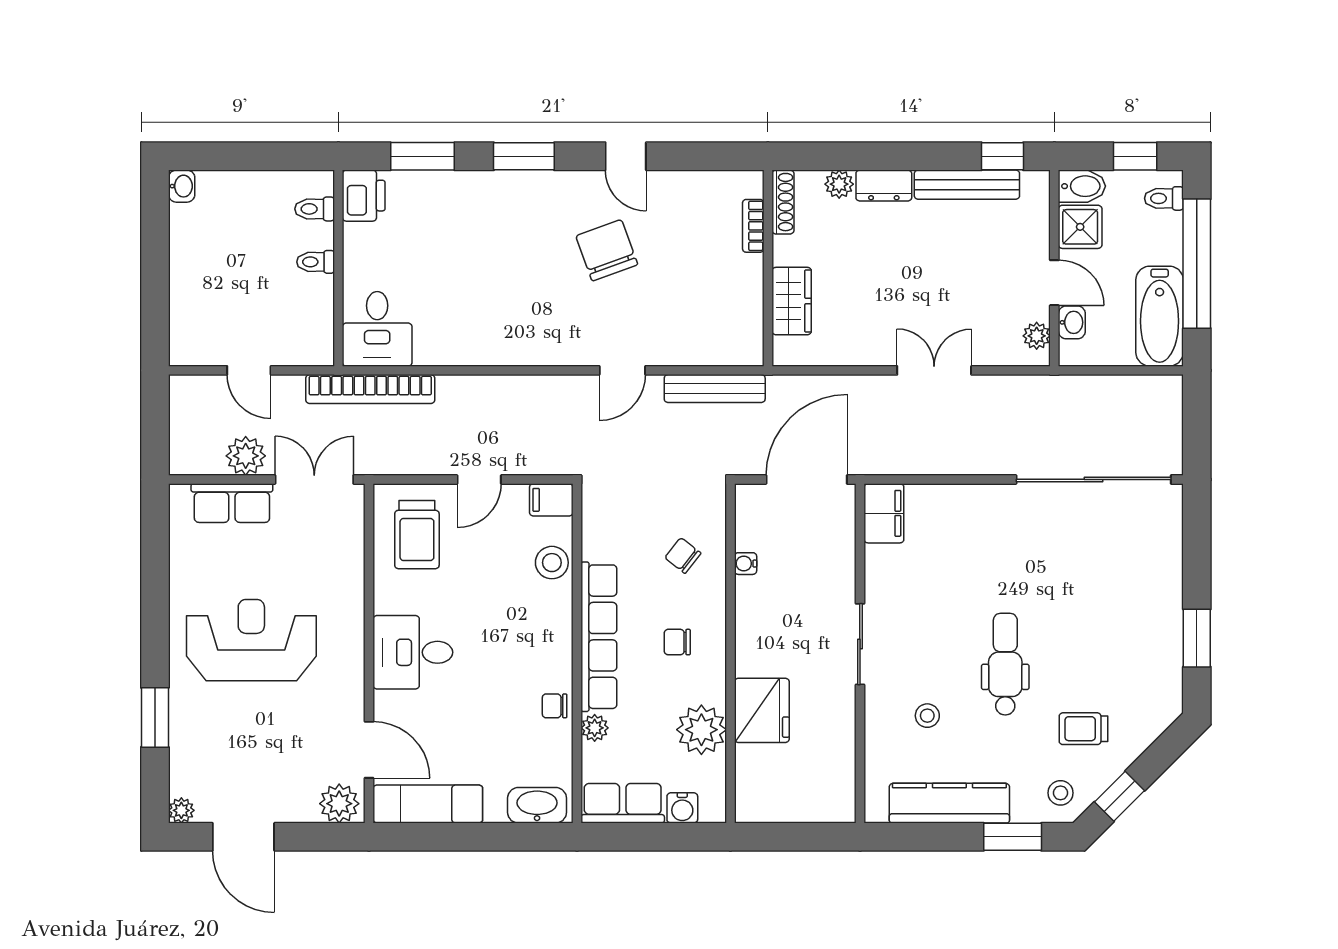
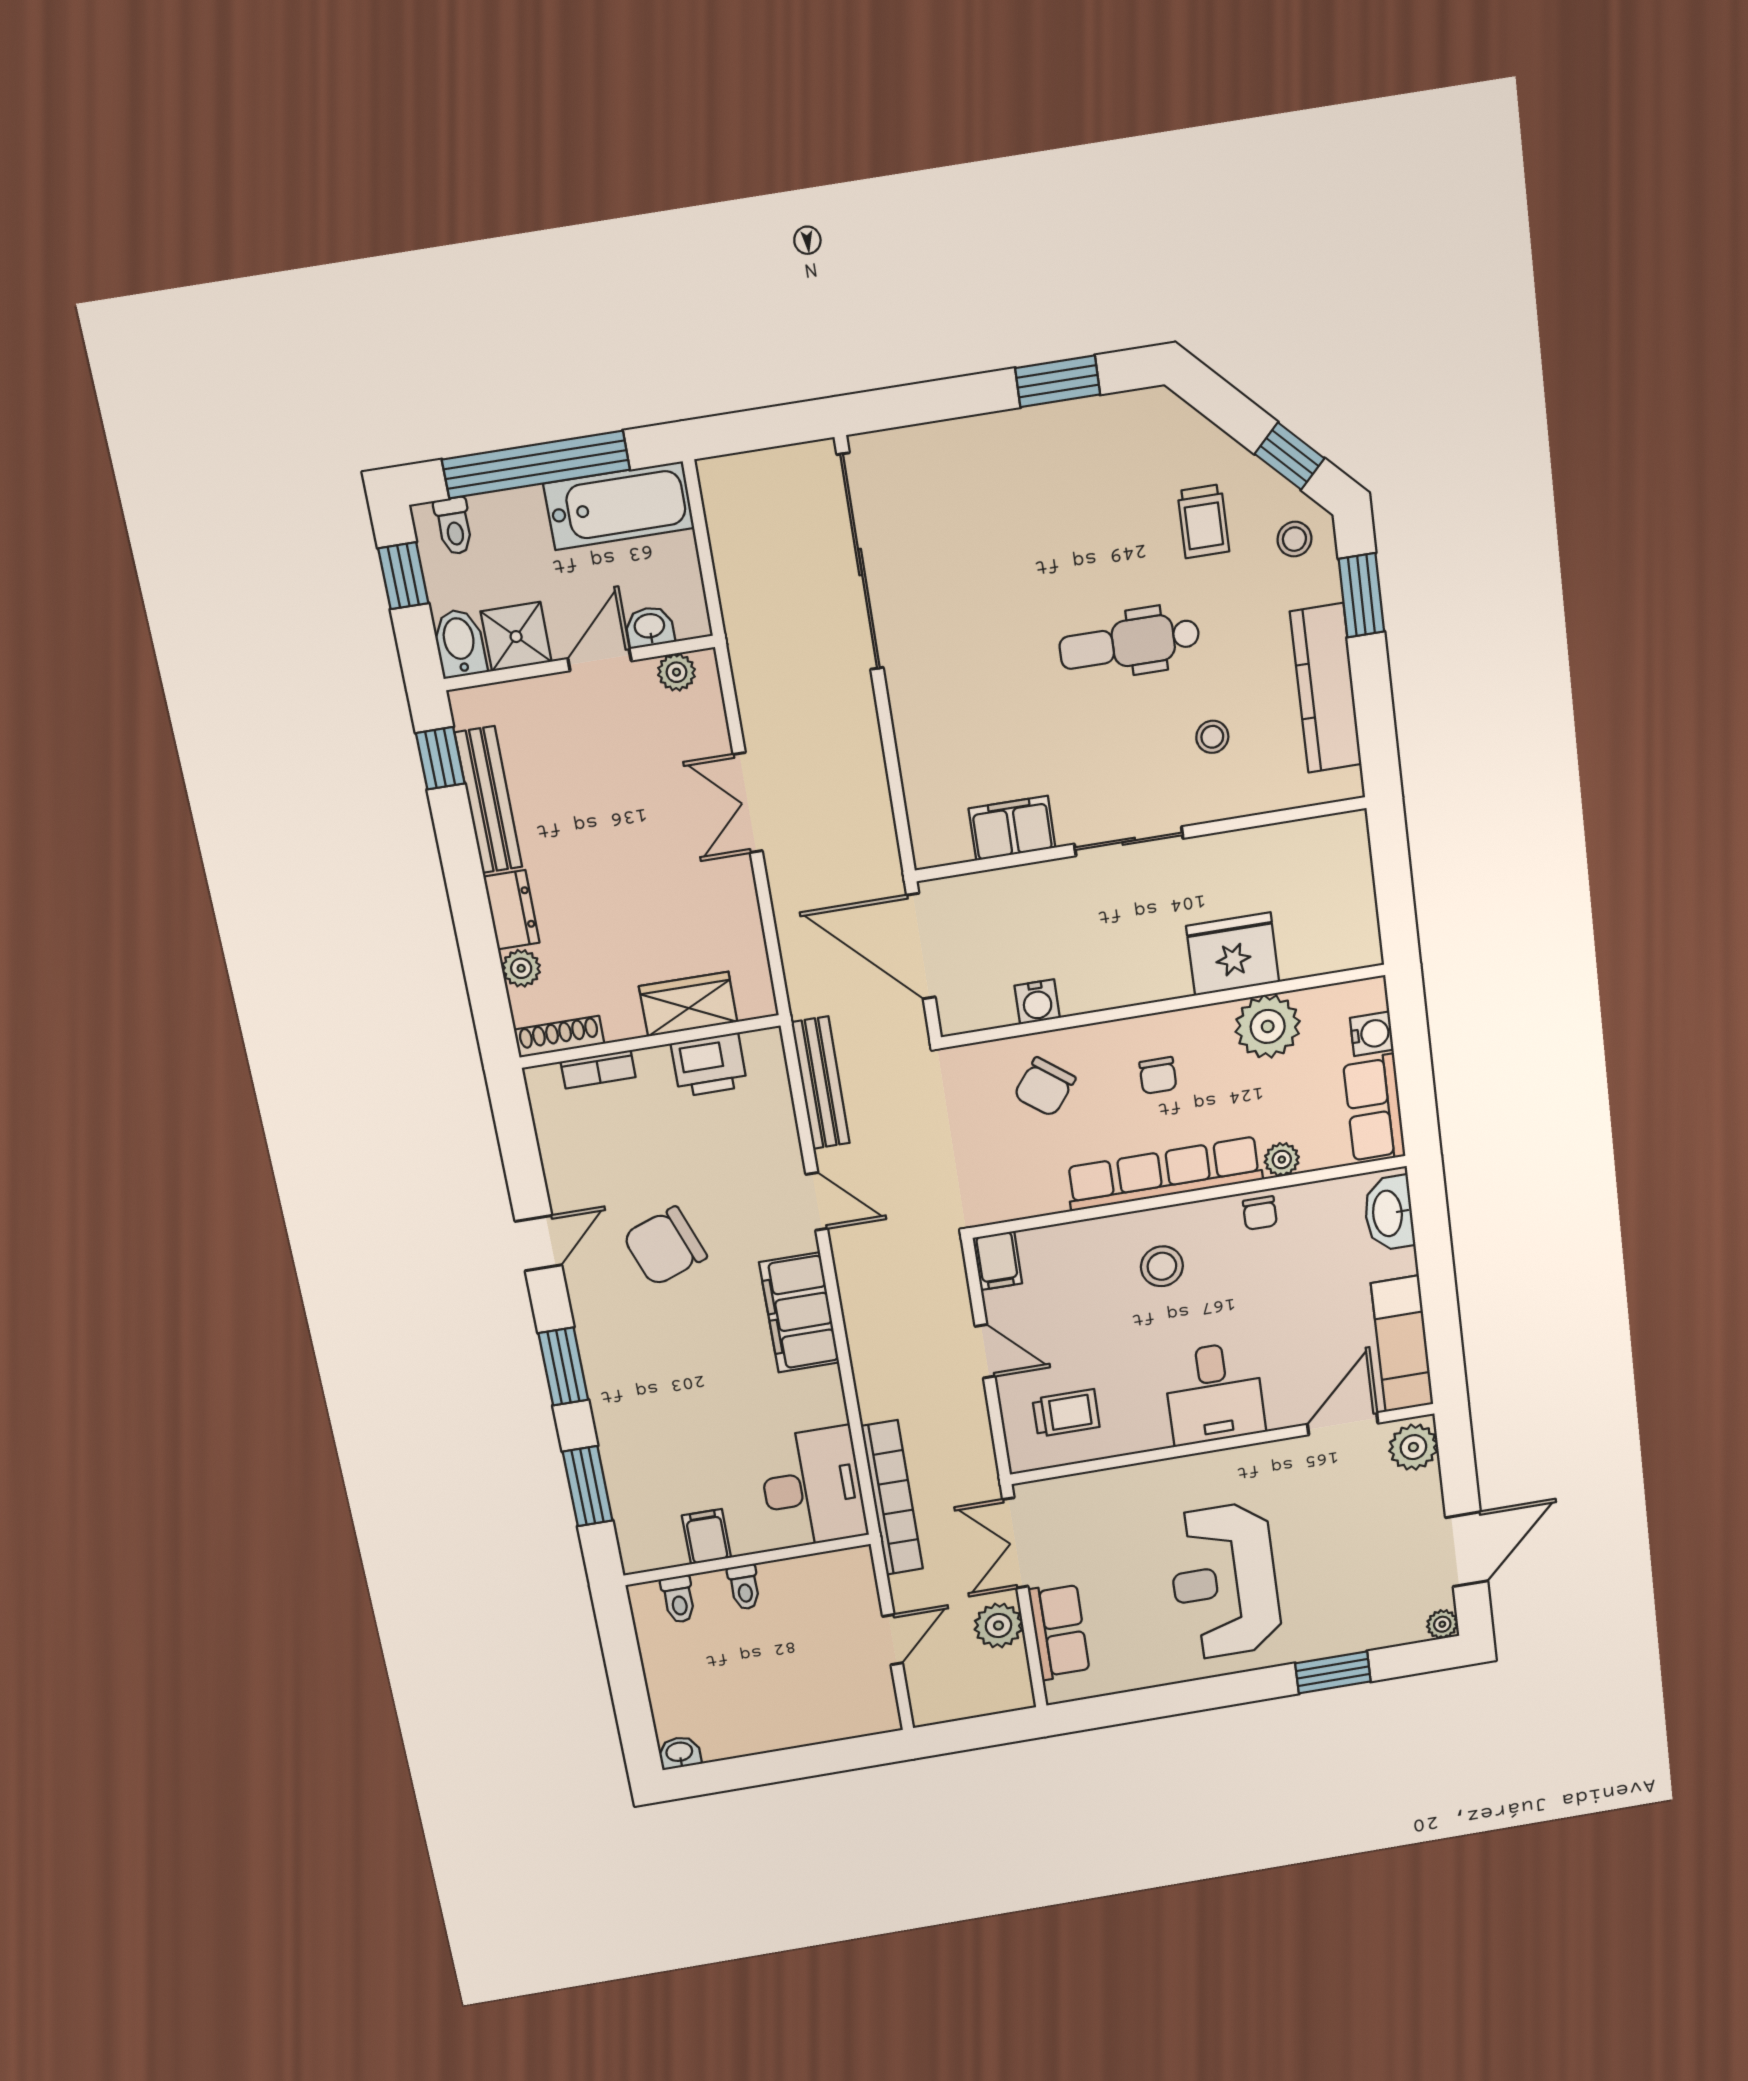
printer: (364, 196) -> (709, 1065), moved, turned 180
filing cabinet: (364, 240) -> (706, 1537), added
desk: (377, 329) -> (812, 1487), width x1.37
filing cabinet: (536, 343) -> (799, 1313), added
filing cabinet: (884, 513) -> (1012, 828), moved
trolley: (417, 535) -> (1066, 1413), width x0.73, depth x0.72
chair: (683, 555) -> (1045, 1087), width x1.37, depth x1.37
stool: (552, 563) -> (1162, 1266), moved
water cooler: (746, 564) -> (1037, 1002), width x1.38, depth x1.38

